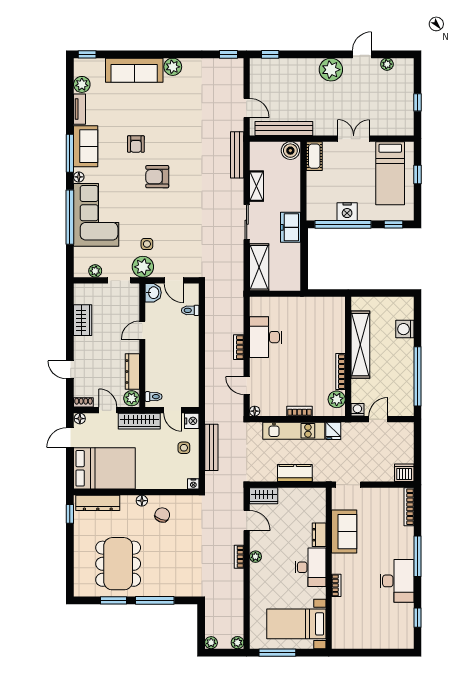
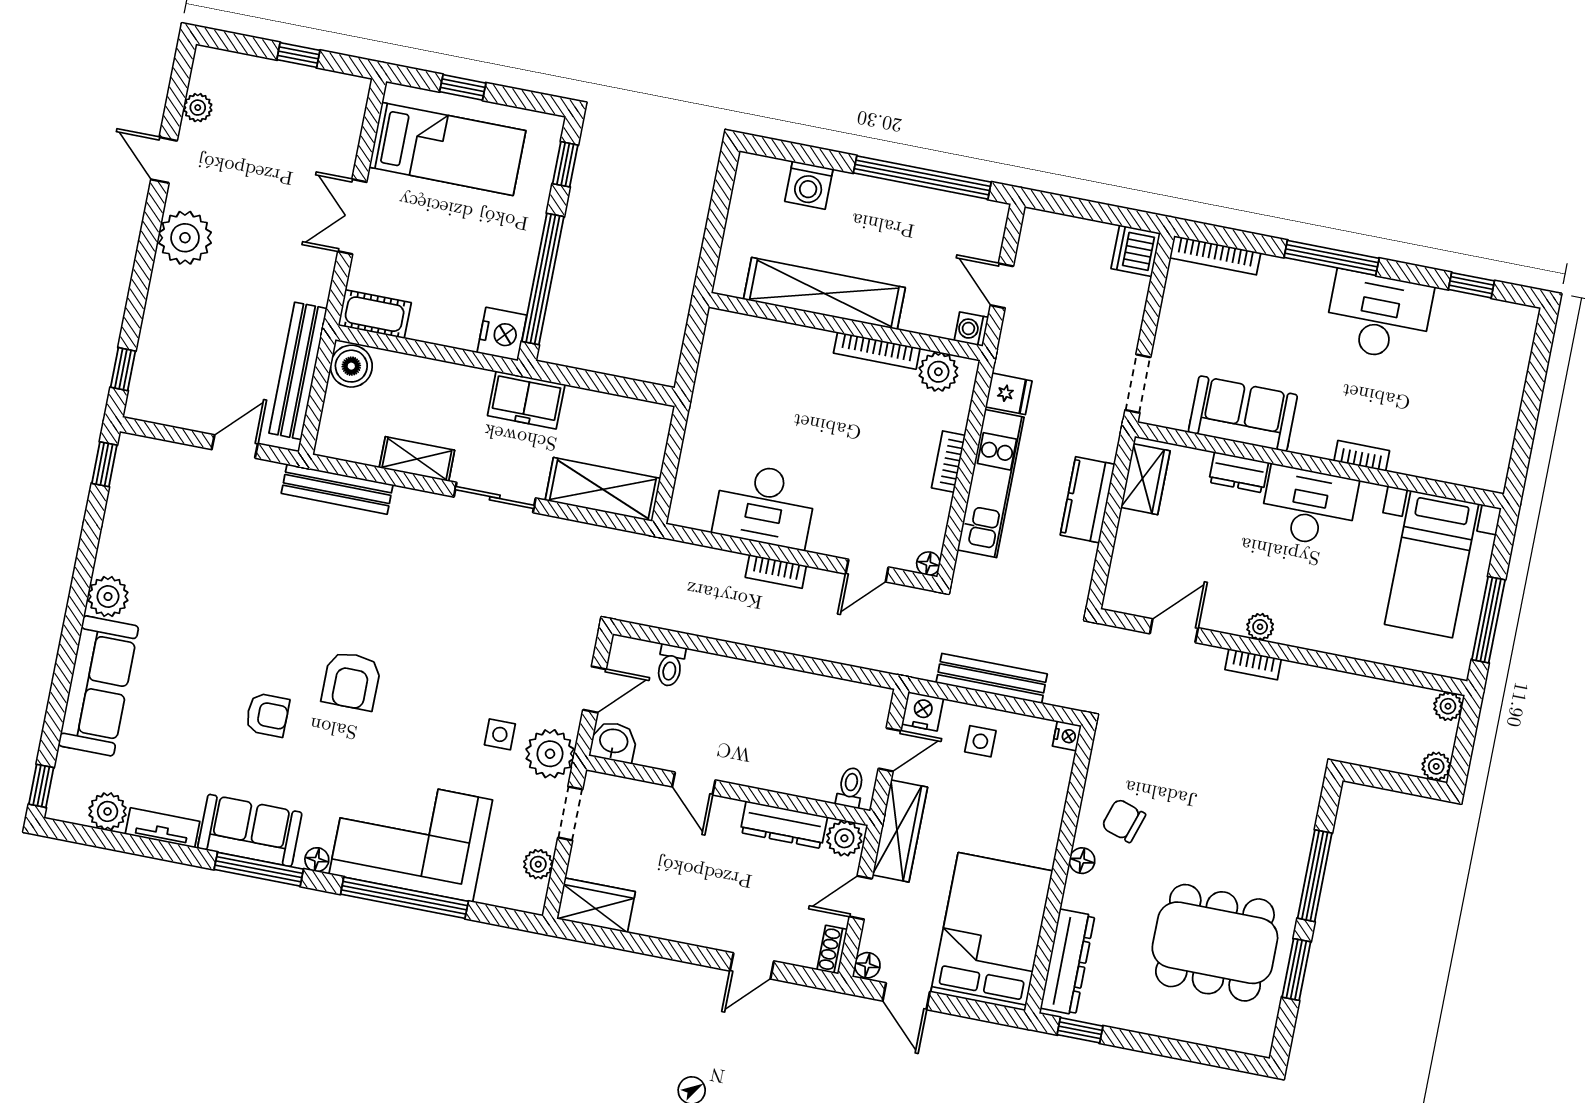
nightstand: (347, 212) -> (502, 334), moved
wardrobe: (83, 320) -> (596, 905), moved
wardrobe: (264, 496) -> (1145, 479), moved

